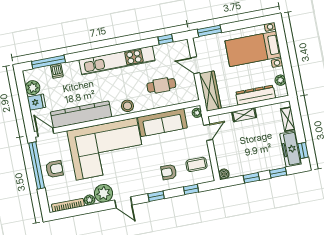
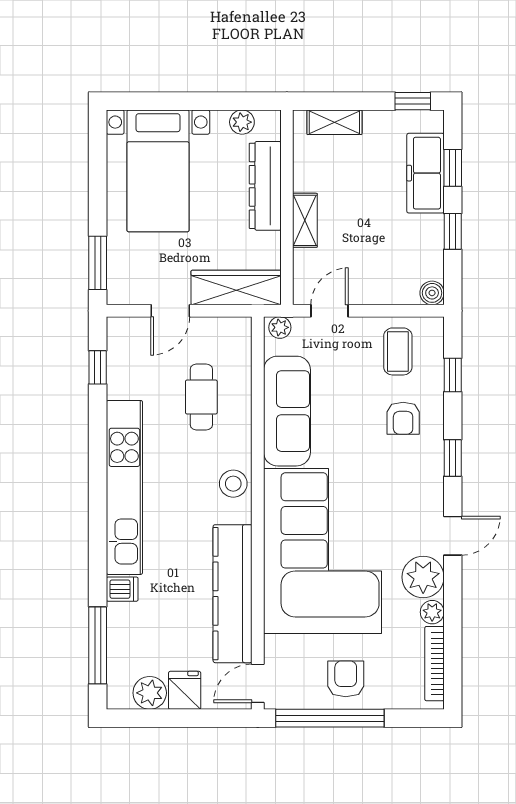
dishwasher: (57, 71) -> (122, 589), moved
door: (208, 132) -> (330, 311), hinge flipped
freezer: (291, 149) -> (425, 173), moved, turned 90

